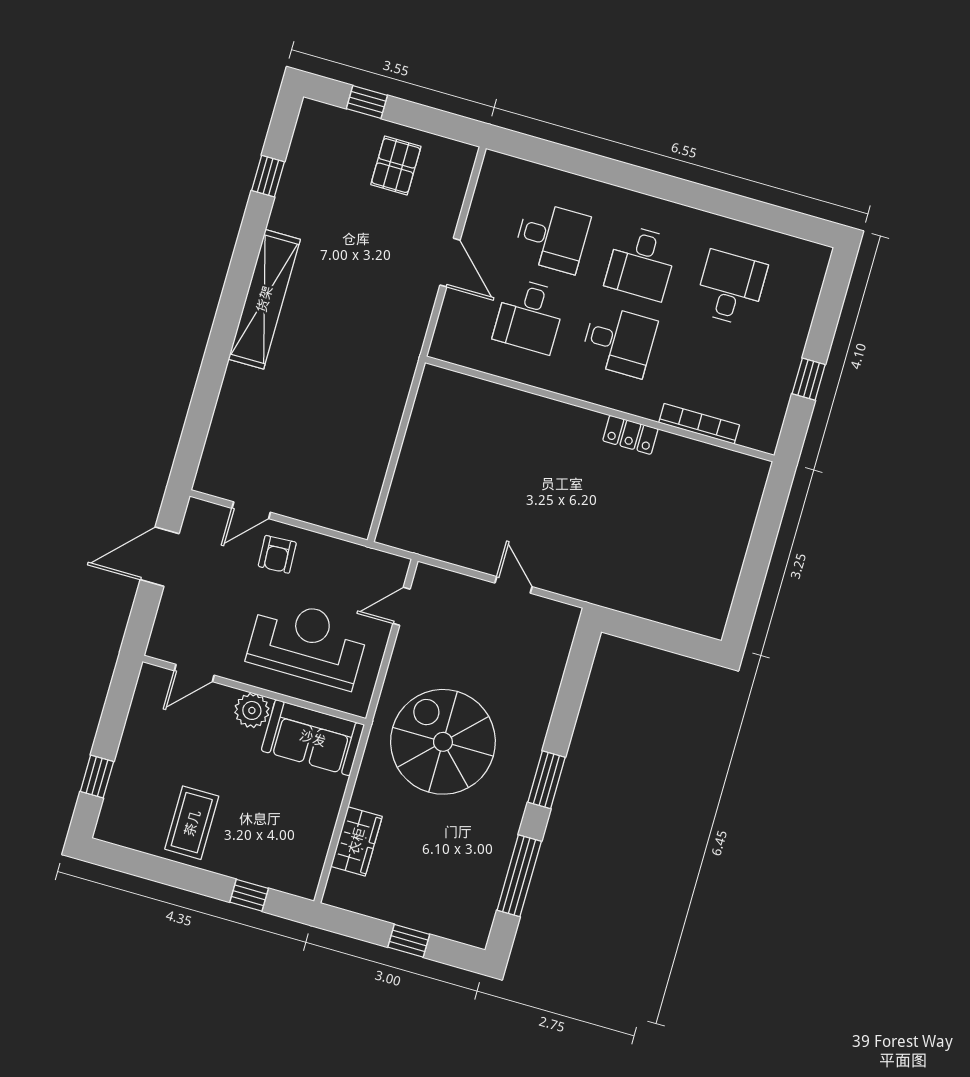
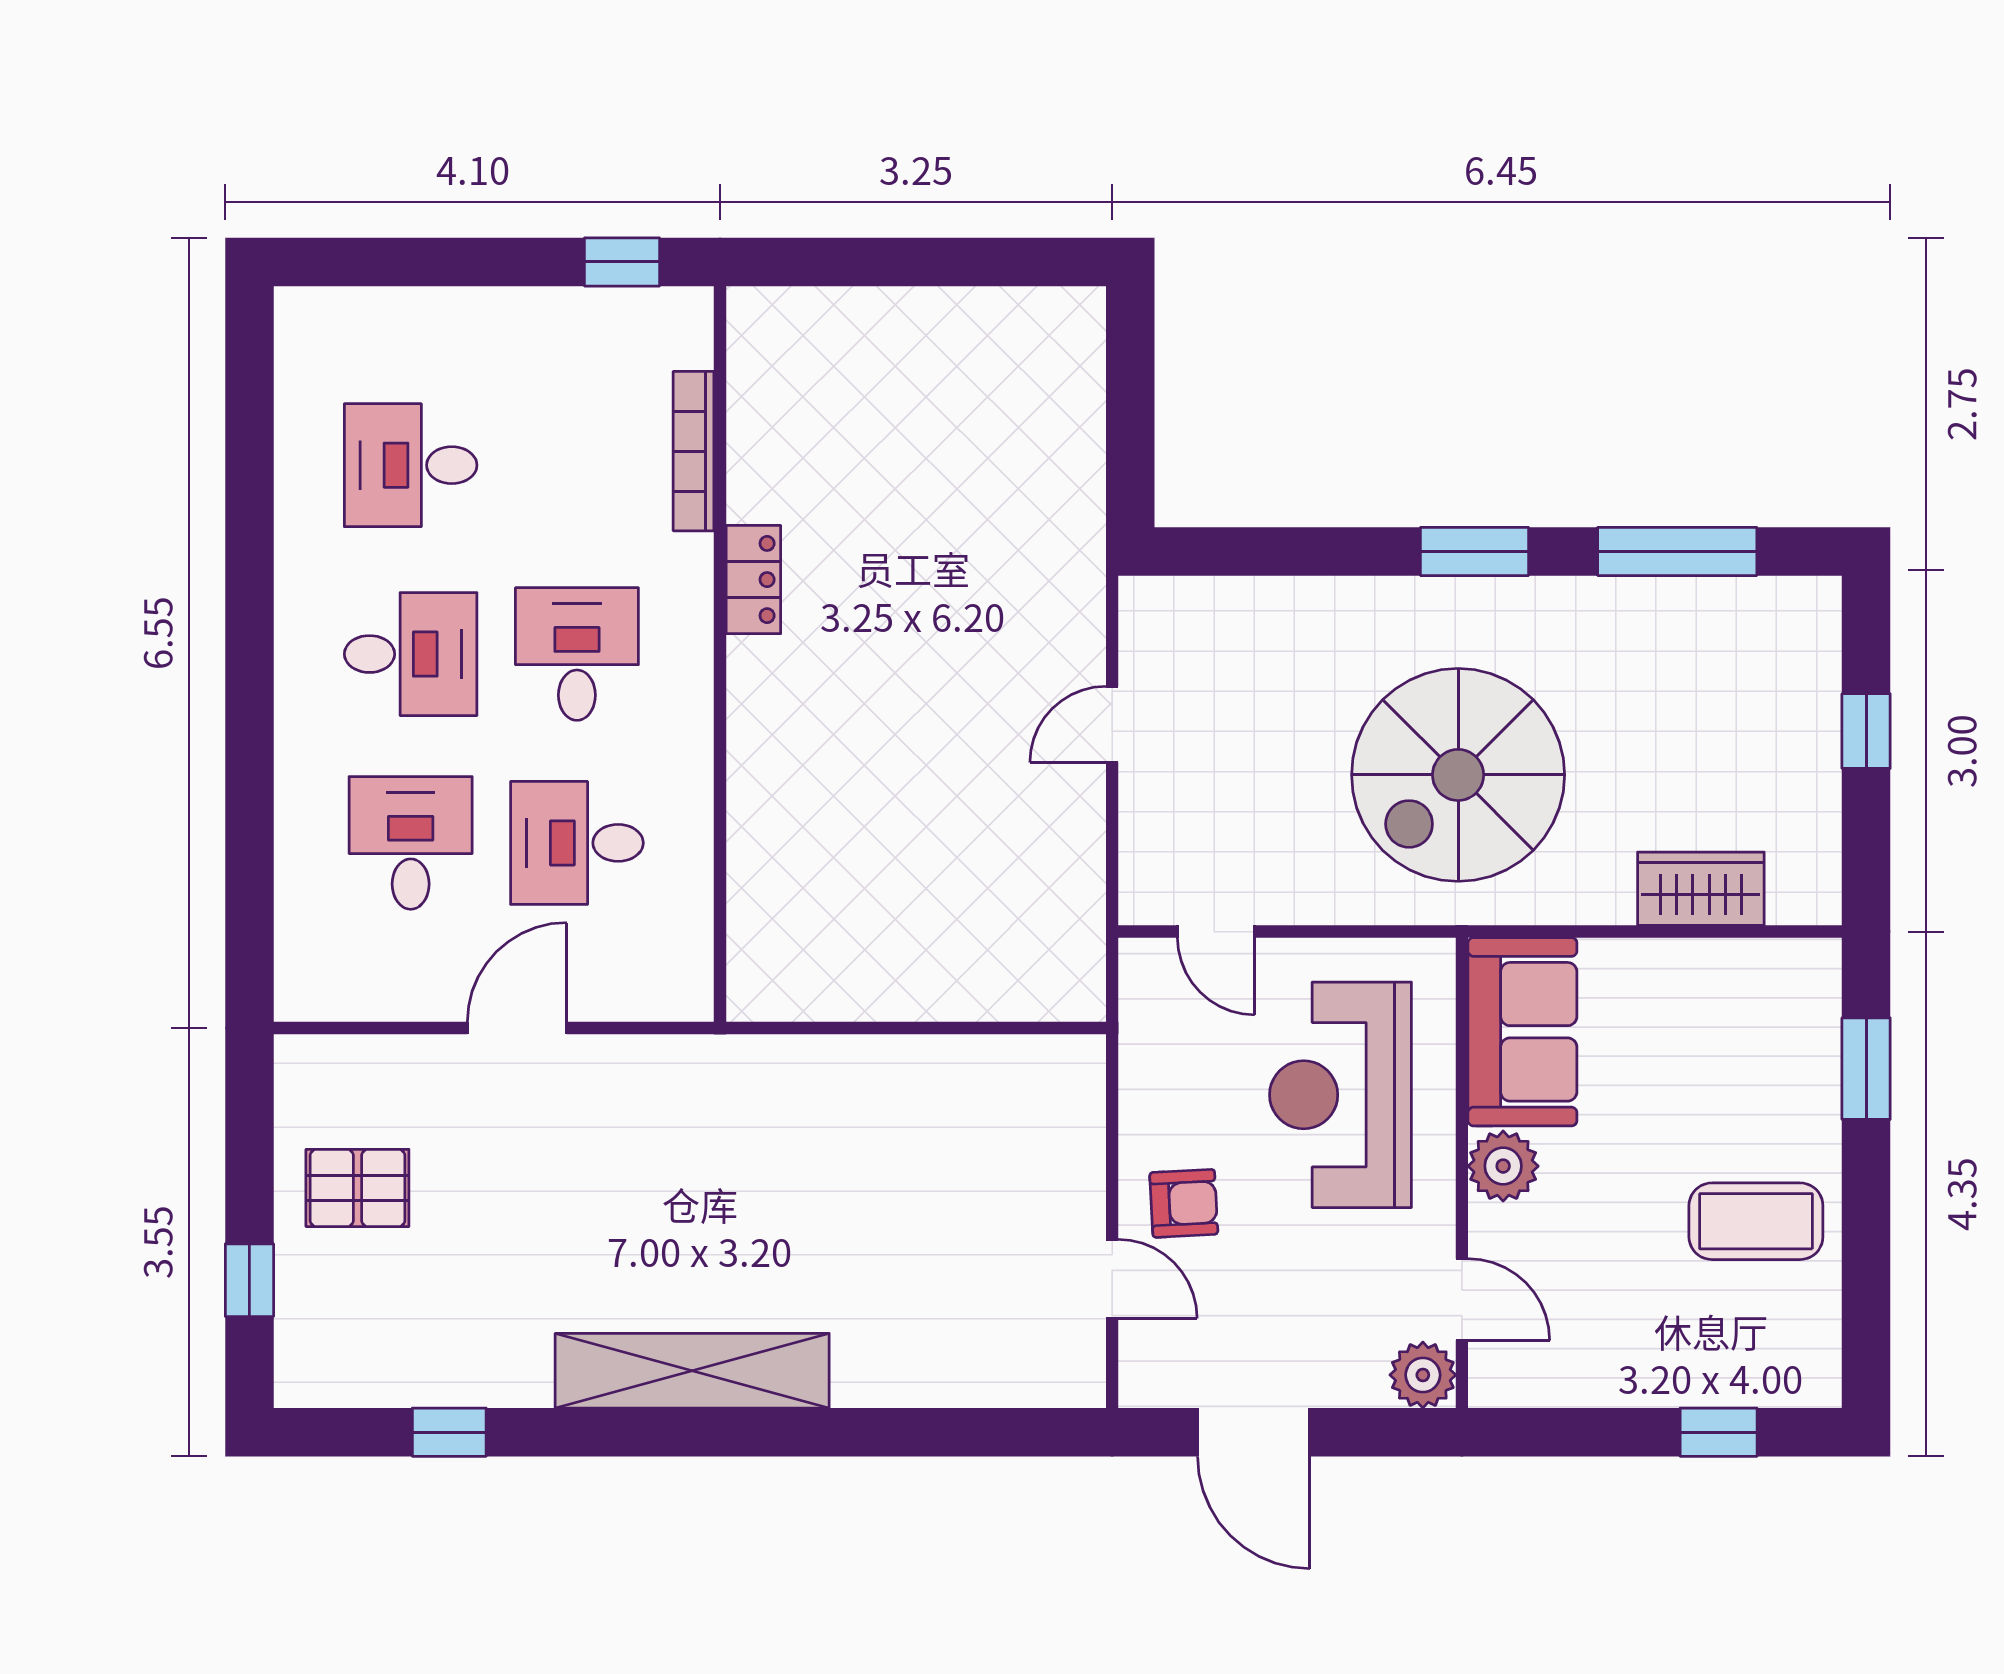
desk: (530, 316) -> (577, 843), turned 180
window: (809, 379) -> (622, 262), moved
plant: (164, 644) -> (1423, 1375), added
window: (249, 895) -> (1866, 1069), width x1.50

